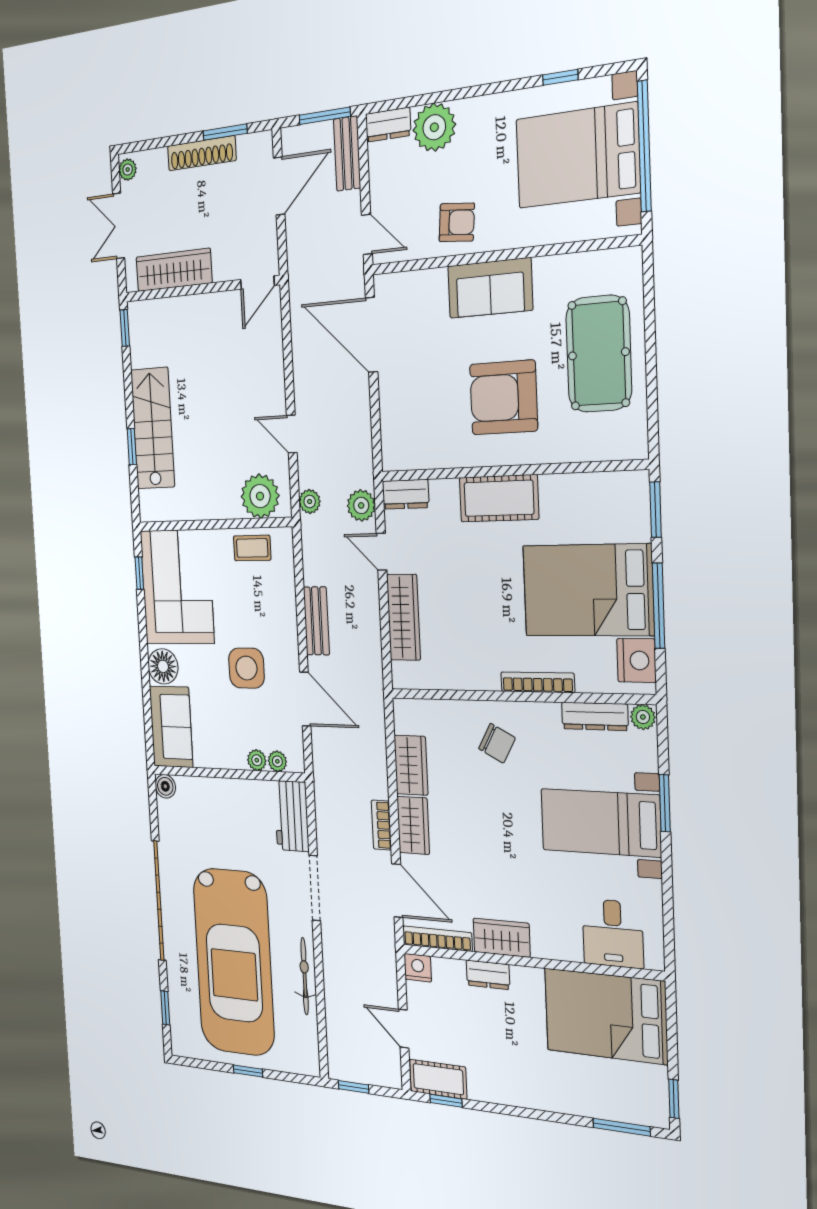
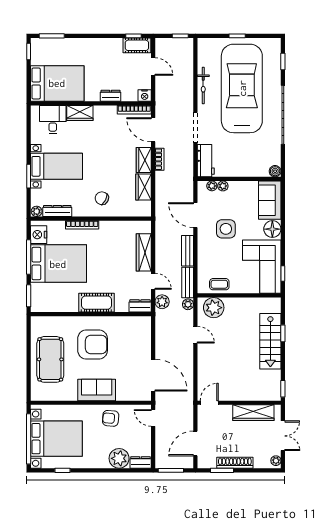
bench: (347, 154) -> (188, 283), moved
wardrobe: (502, 938) -> (80, 113), moved

